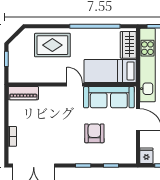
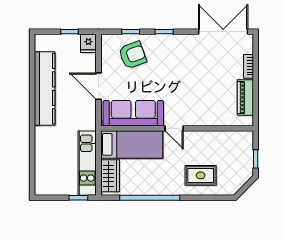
rug: (52, 45) -> (201, 175), width x0.73, depth x0.70
kitchen unit: (147, 65) -> (87, 163), width x0.73
piano: (23, 93) -> (245, 97), moved, turned -90
armchair: (94, 133) -> (133, 55), moved, turned -110

